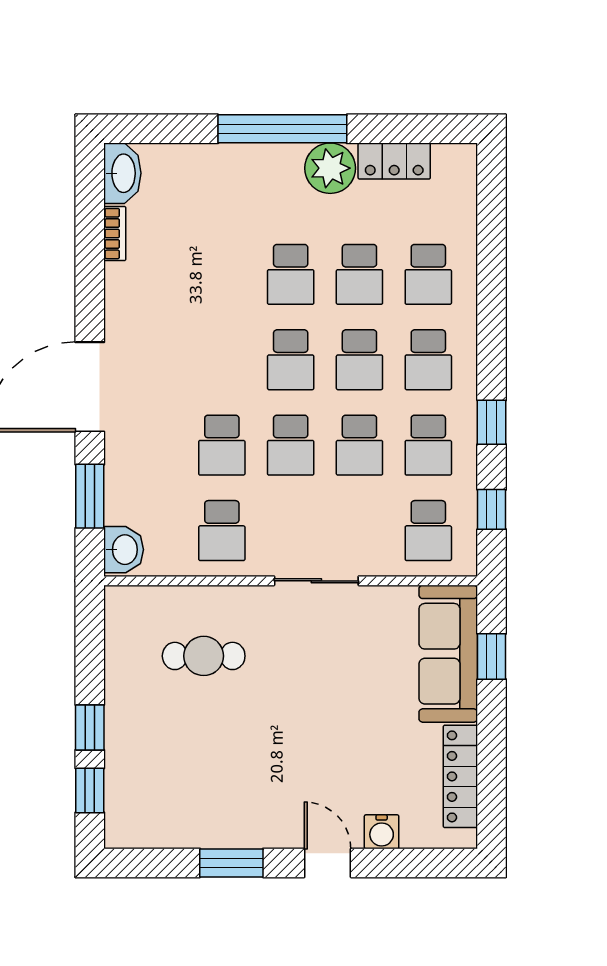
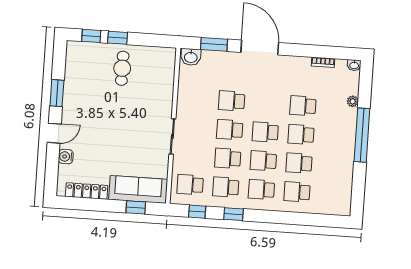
locker: (394, 161) -> (345, 181), removed
plant: (330, 168) -> (353, 101), moved, width x0.53, depth x0.53
washbasin: (122, 173) -> (354, 65), width x0.52, depth x0.69
school desk: (222, 531) -> (303, 106), moved
cafe table: (204, 656) -> (122, 68), moved

